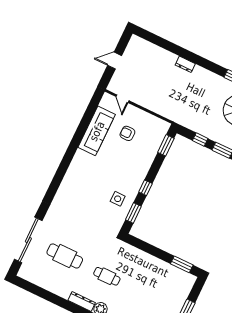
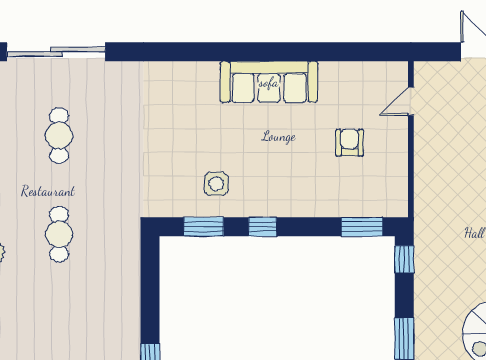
sofa: (97, 131) -> (269, 82), moved
window: (200, 140) -> (404, 259), moved
cafe table: (65, 256) -> (59, 136), width x0.73, depth x0.74

